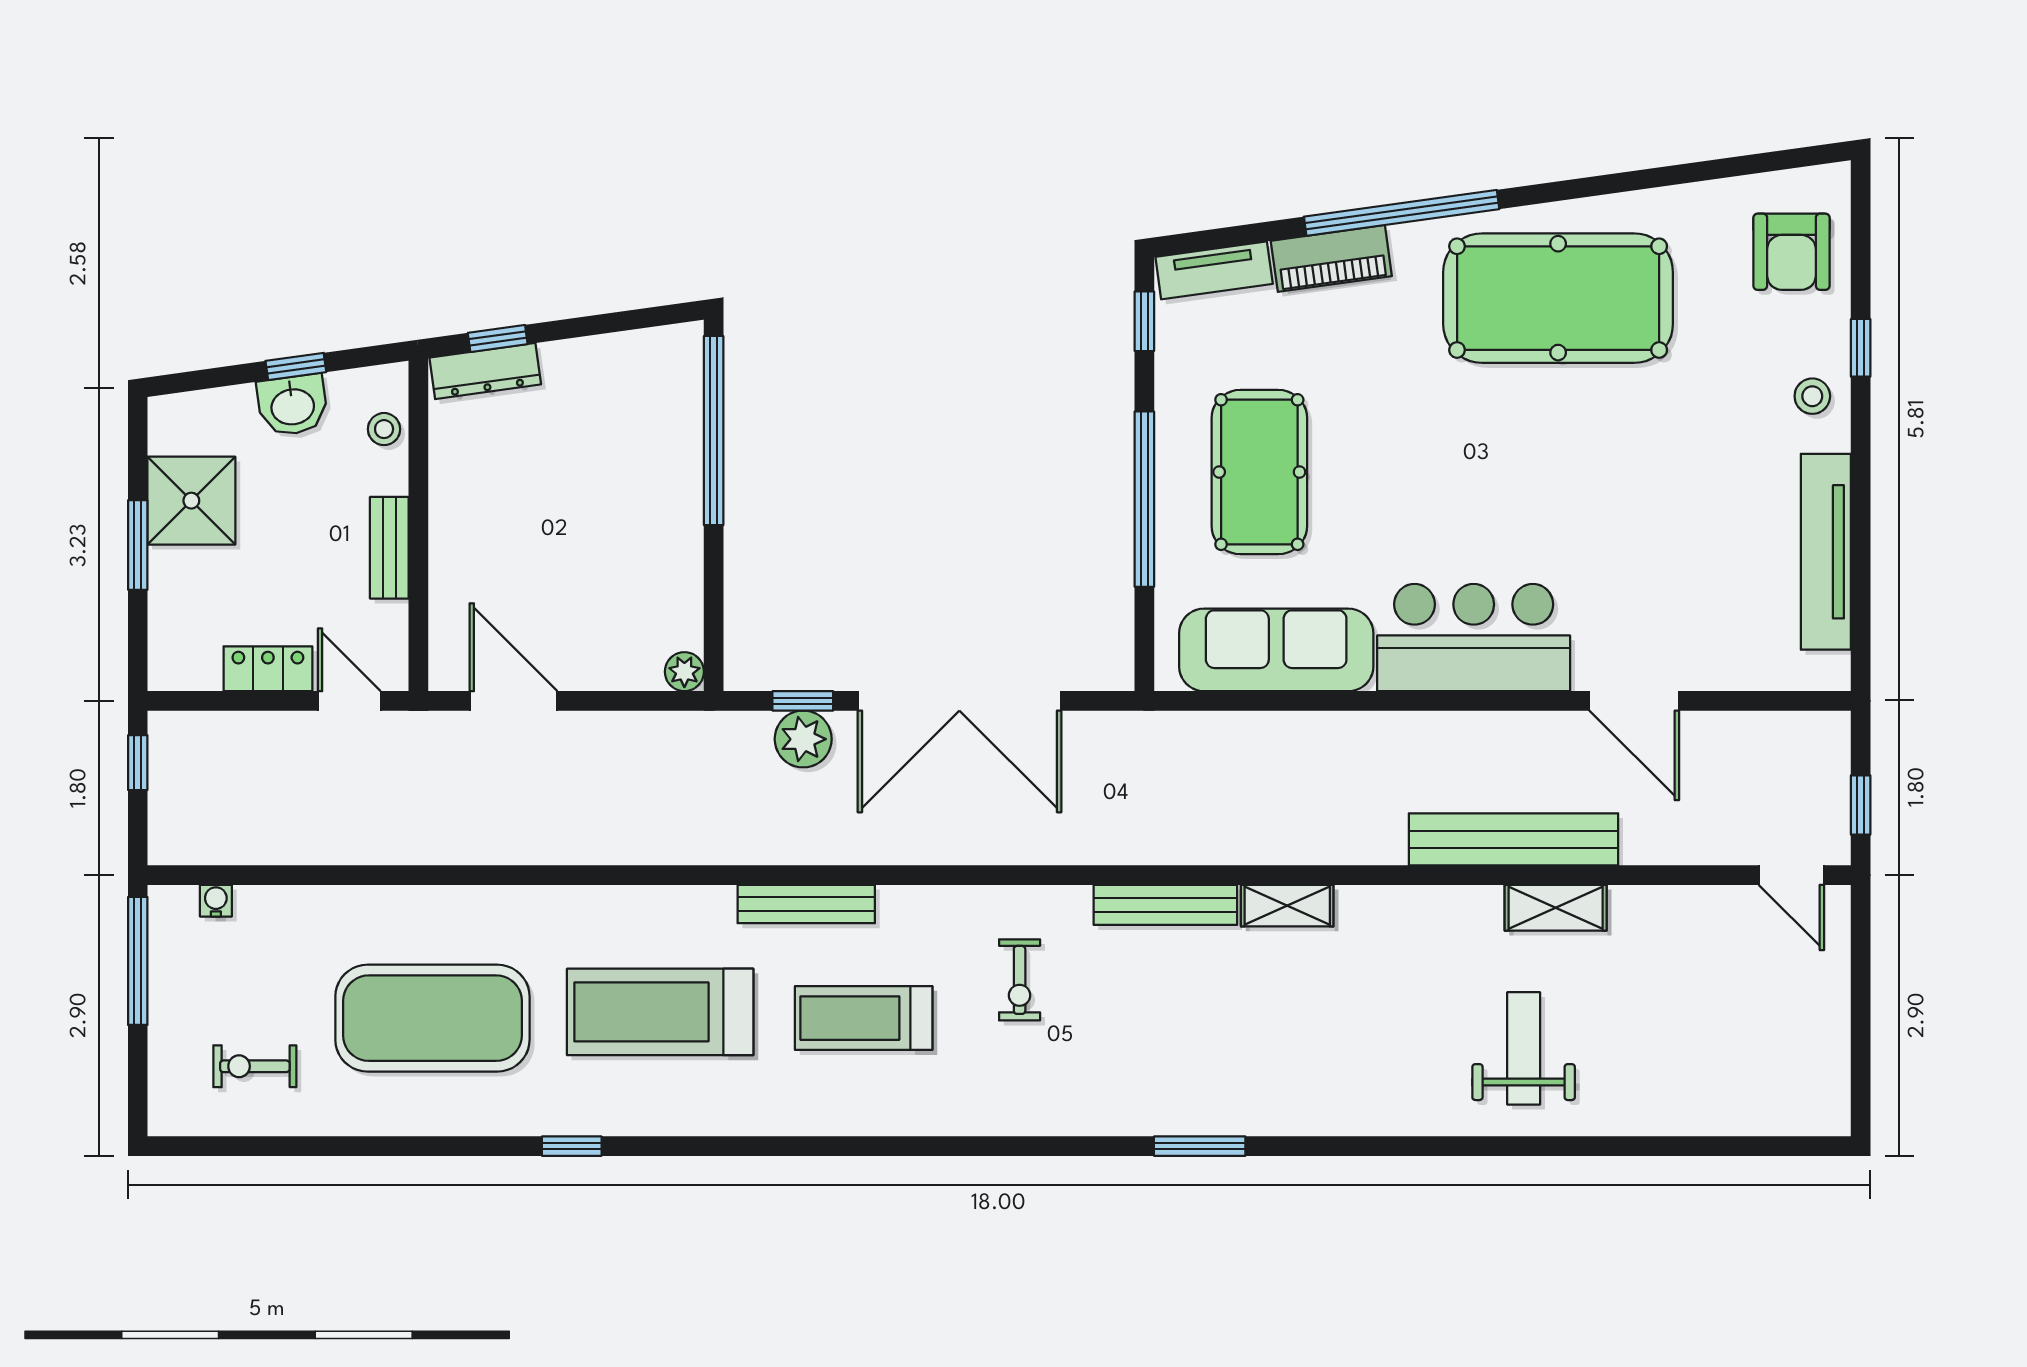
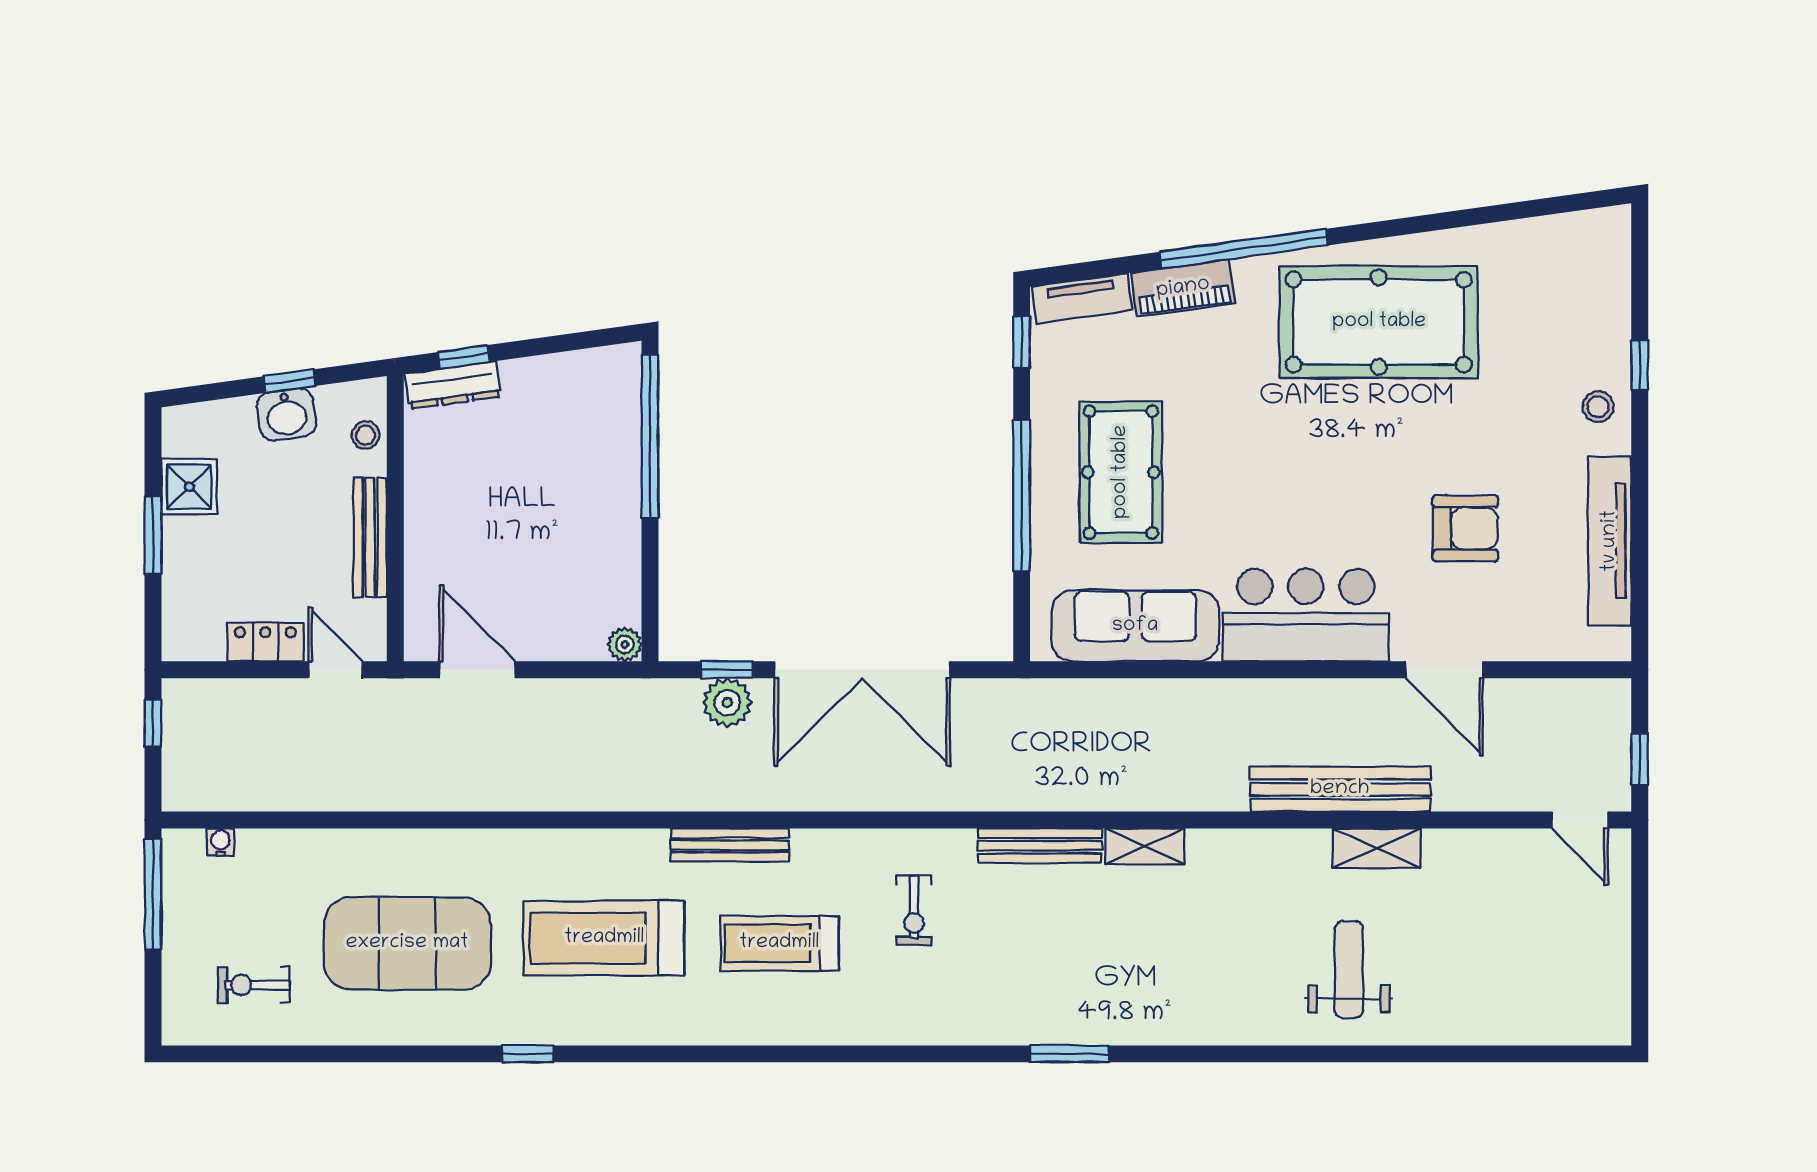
armchair: (1791, 252) -> (1465, 528), moved, turned -90
shower: (191, 501) -> (189, 487), width x0.73, depth x0.73
bench: (389, 548) -> (370, 538), width x1.36

